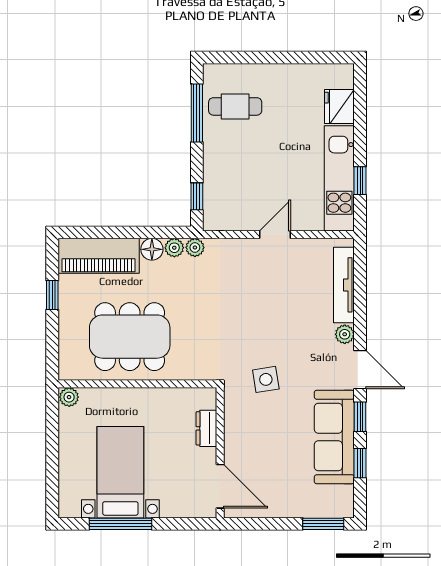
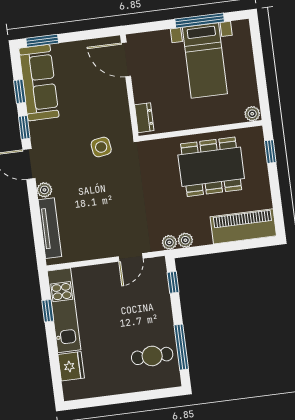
door: (275, 235) -> (131, 257), moved
floor lamp: (152, 249) -> (203, 237), removed
window: (52, 295) -> (270, 152), moved
dresser: (206, 428) -> (144, 118), moved
sofa: (334, 437) -> (39, 83), moved

